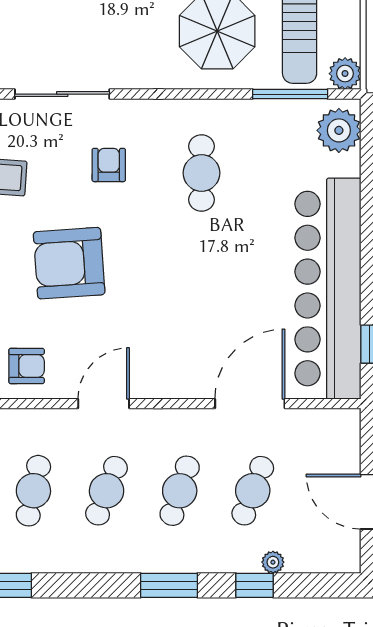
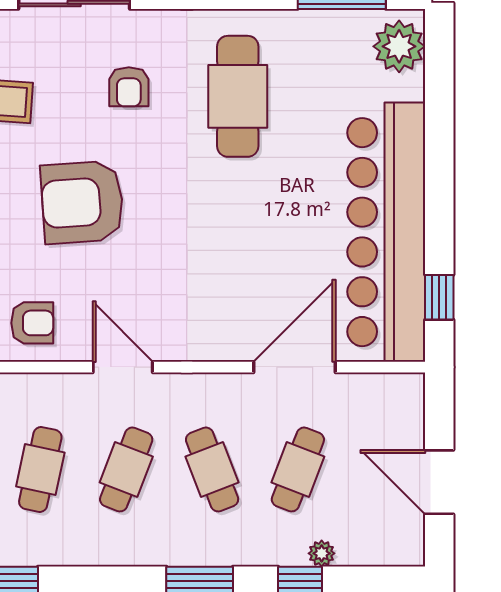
armchair: (109, 165) -> (129, 87), turned 180
cafe table: (202, 173) -> (238, 96), width x1.37, depth x1.35
door: (104, 404) -> (123, 367), hinge flipped
cafe table: (180, 491) -> (212, 469), turned -39

